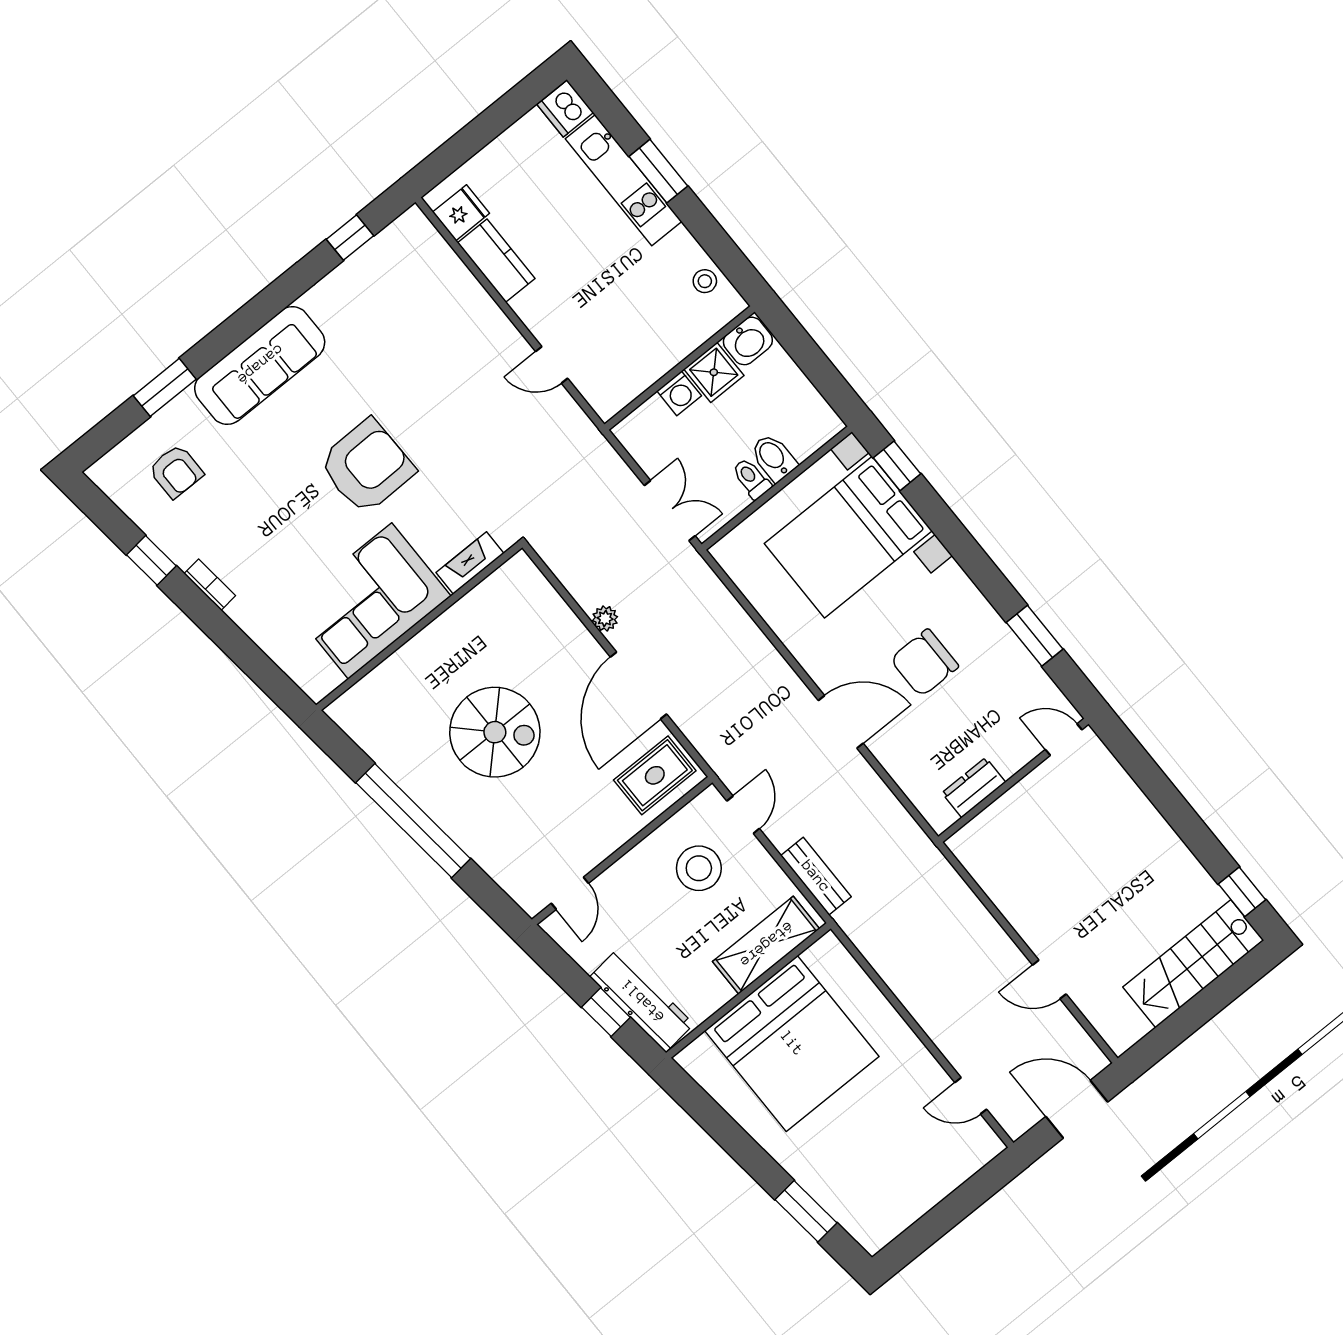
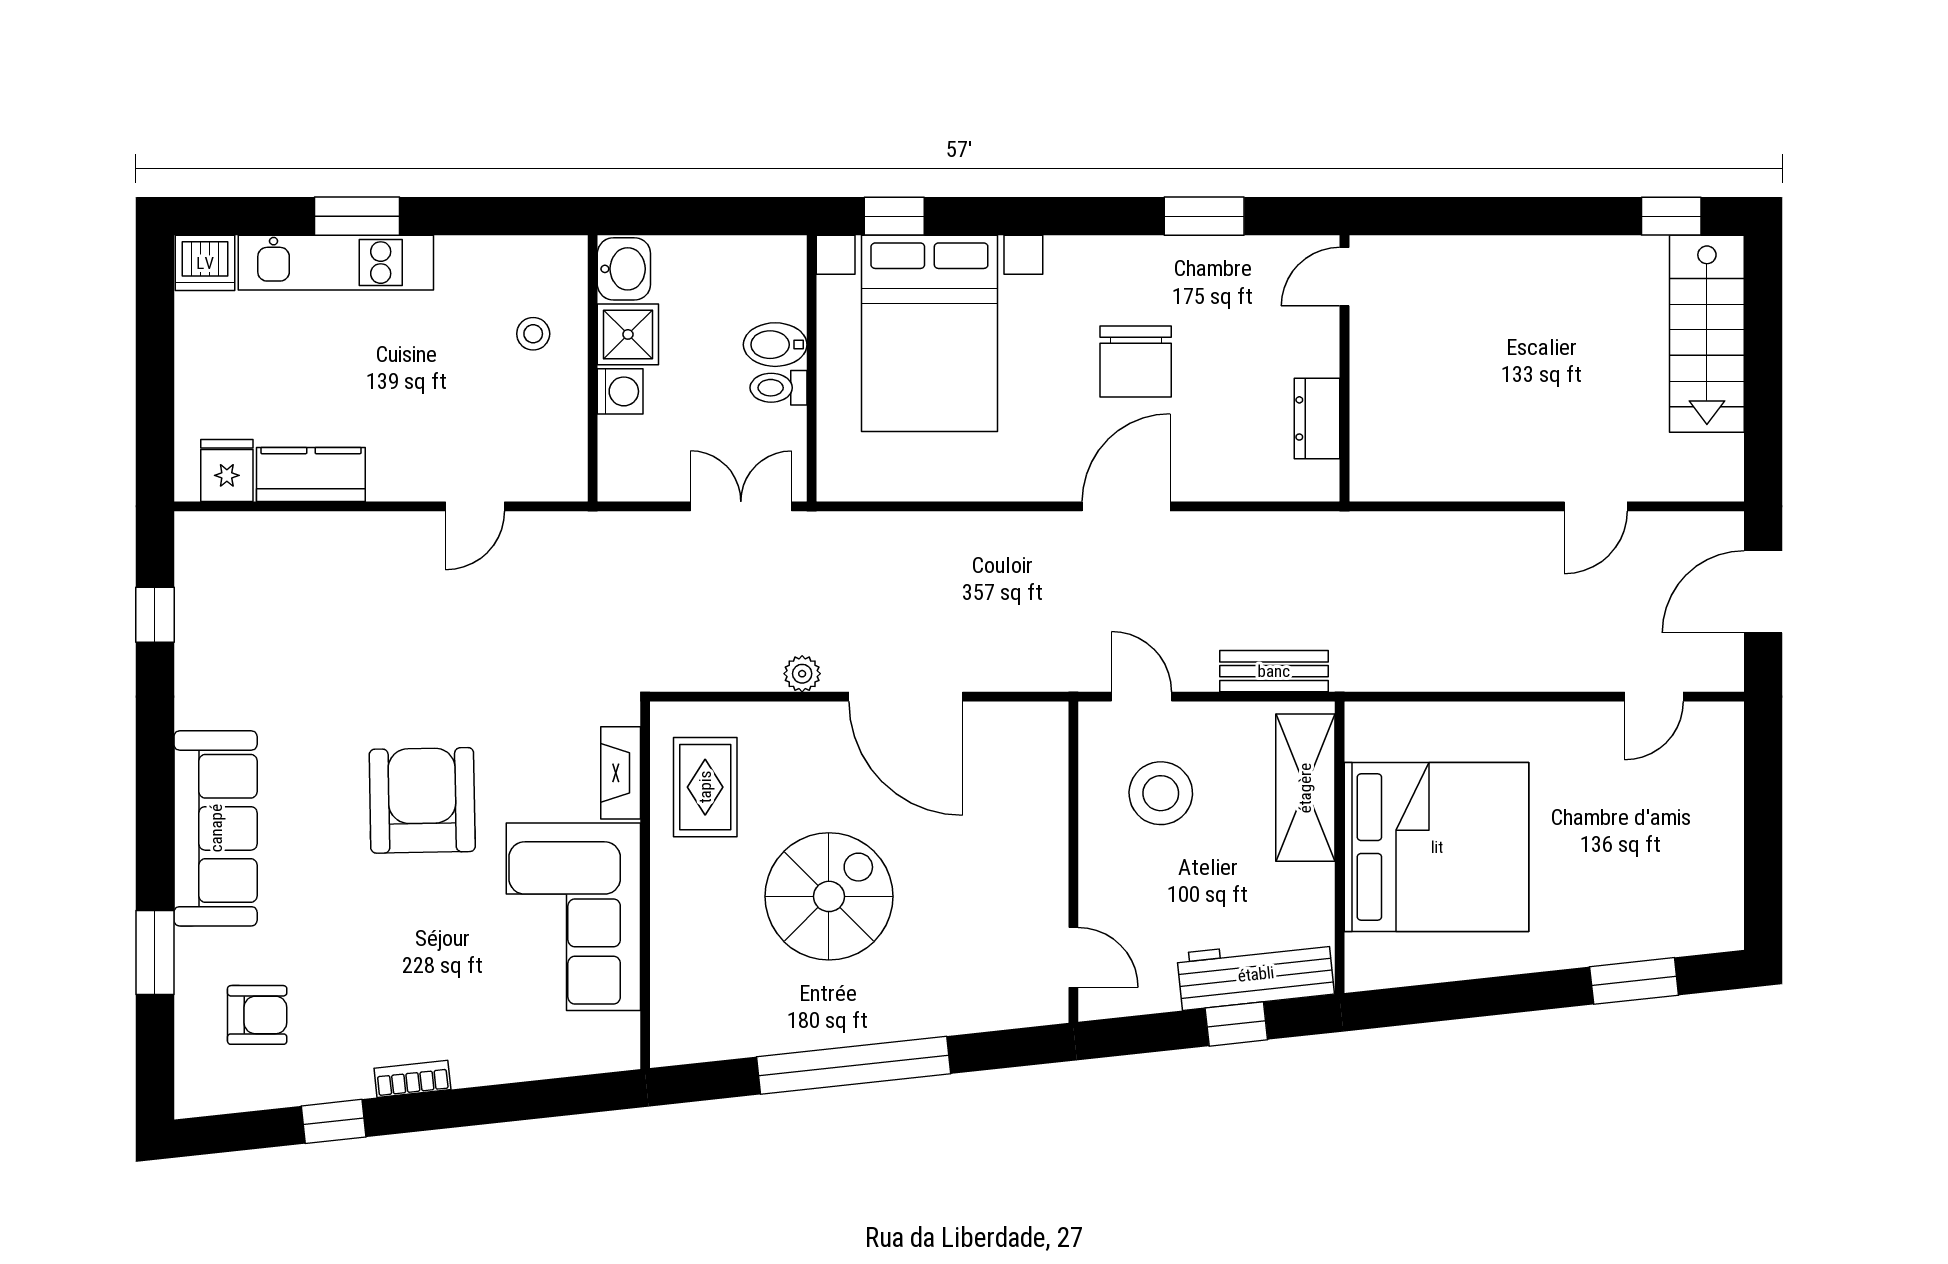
stool: (705, 281) -> (533, 334), moved
rug: (655, 775) -> (705, 787), moved

